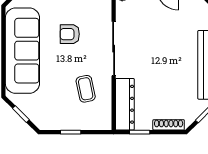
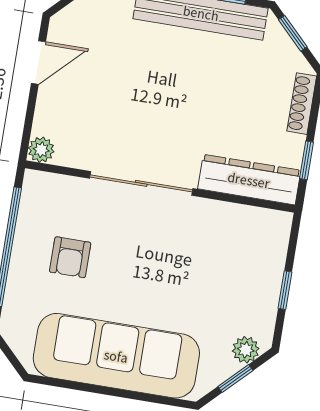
armchair: (70, 34) -> (70, 257), moved
coffee table: (86, 89) -> (208, 249), removed
plant: (37, 117) -> (246, 350), added

